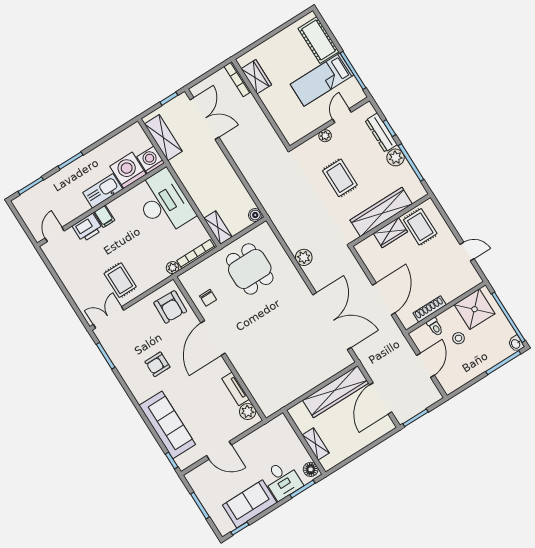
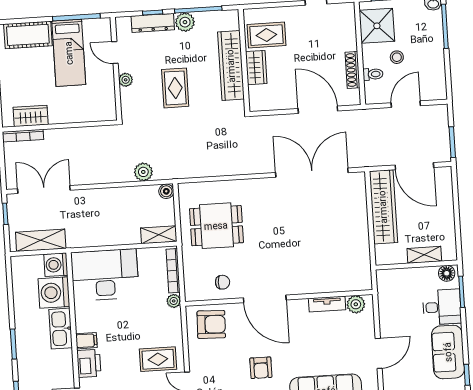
rug: (340, 178) -> (175, 88), turned 90
plant: (304, 257) -> (143, 172), moved
door: (425, 365) -> (406, 104), hinge flipped

